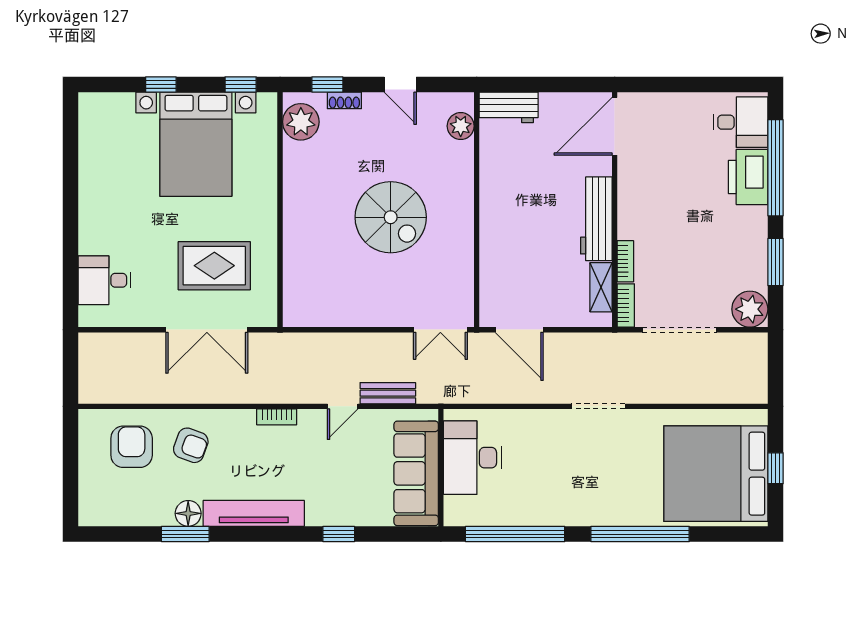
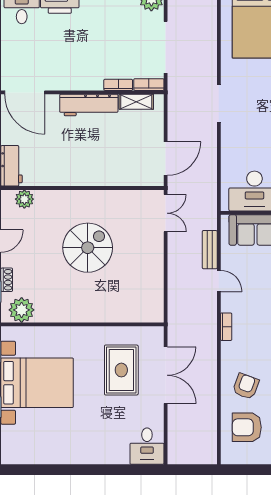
desk: (105, 280) -> (147, 446), moved

